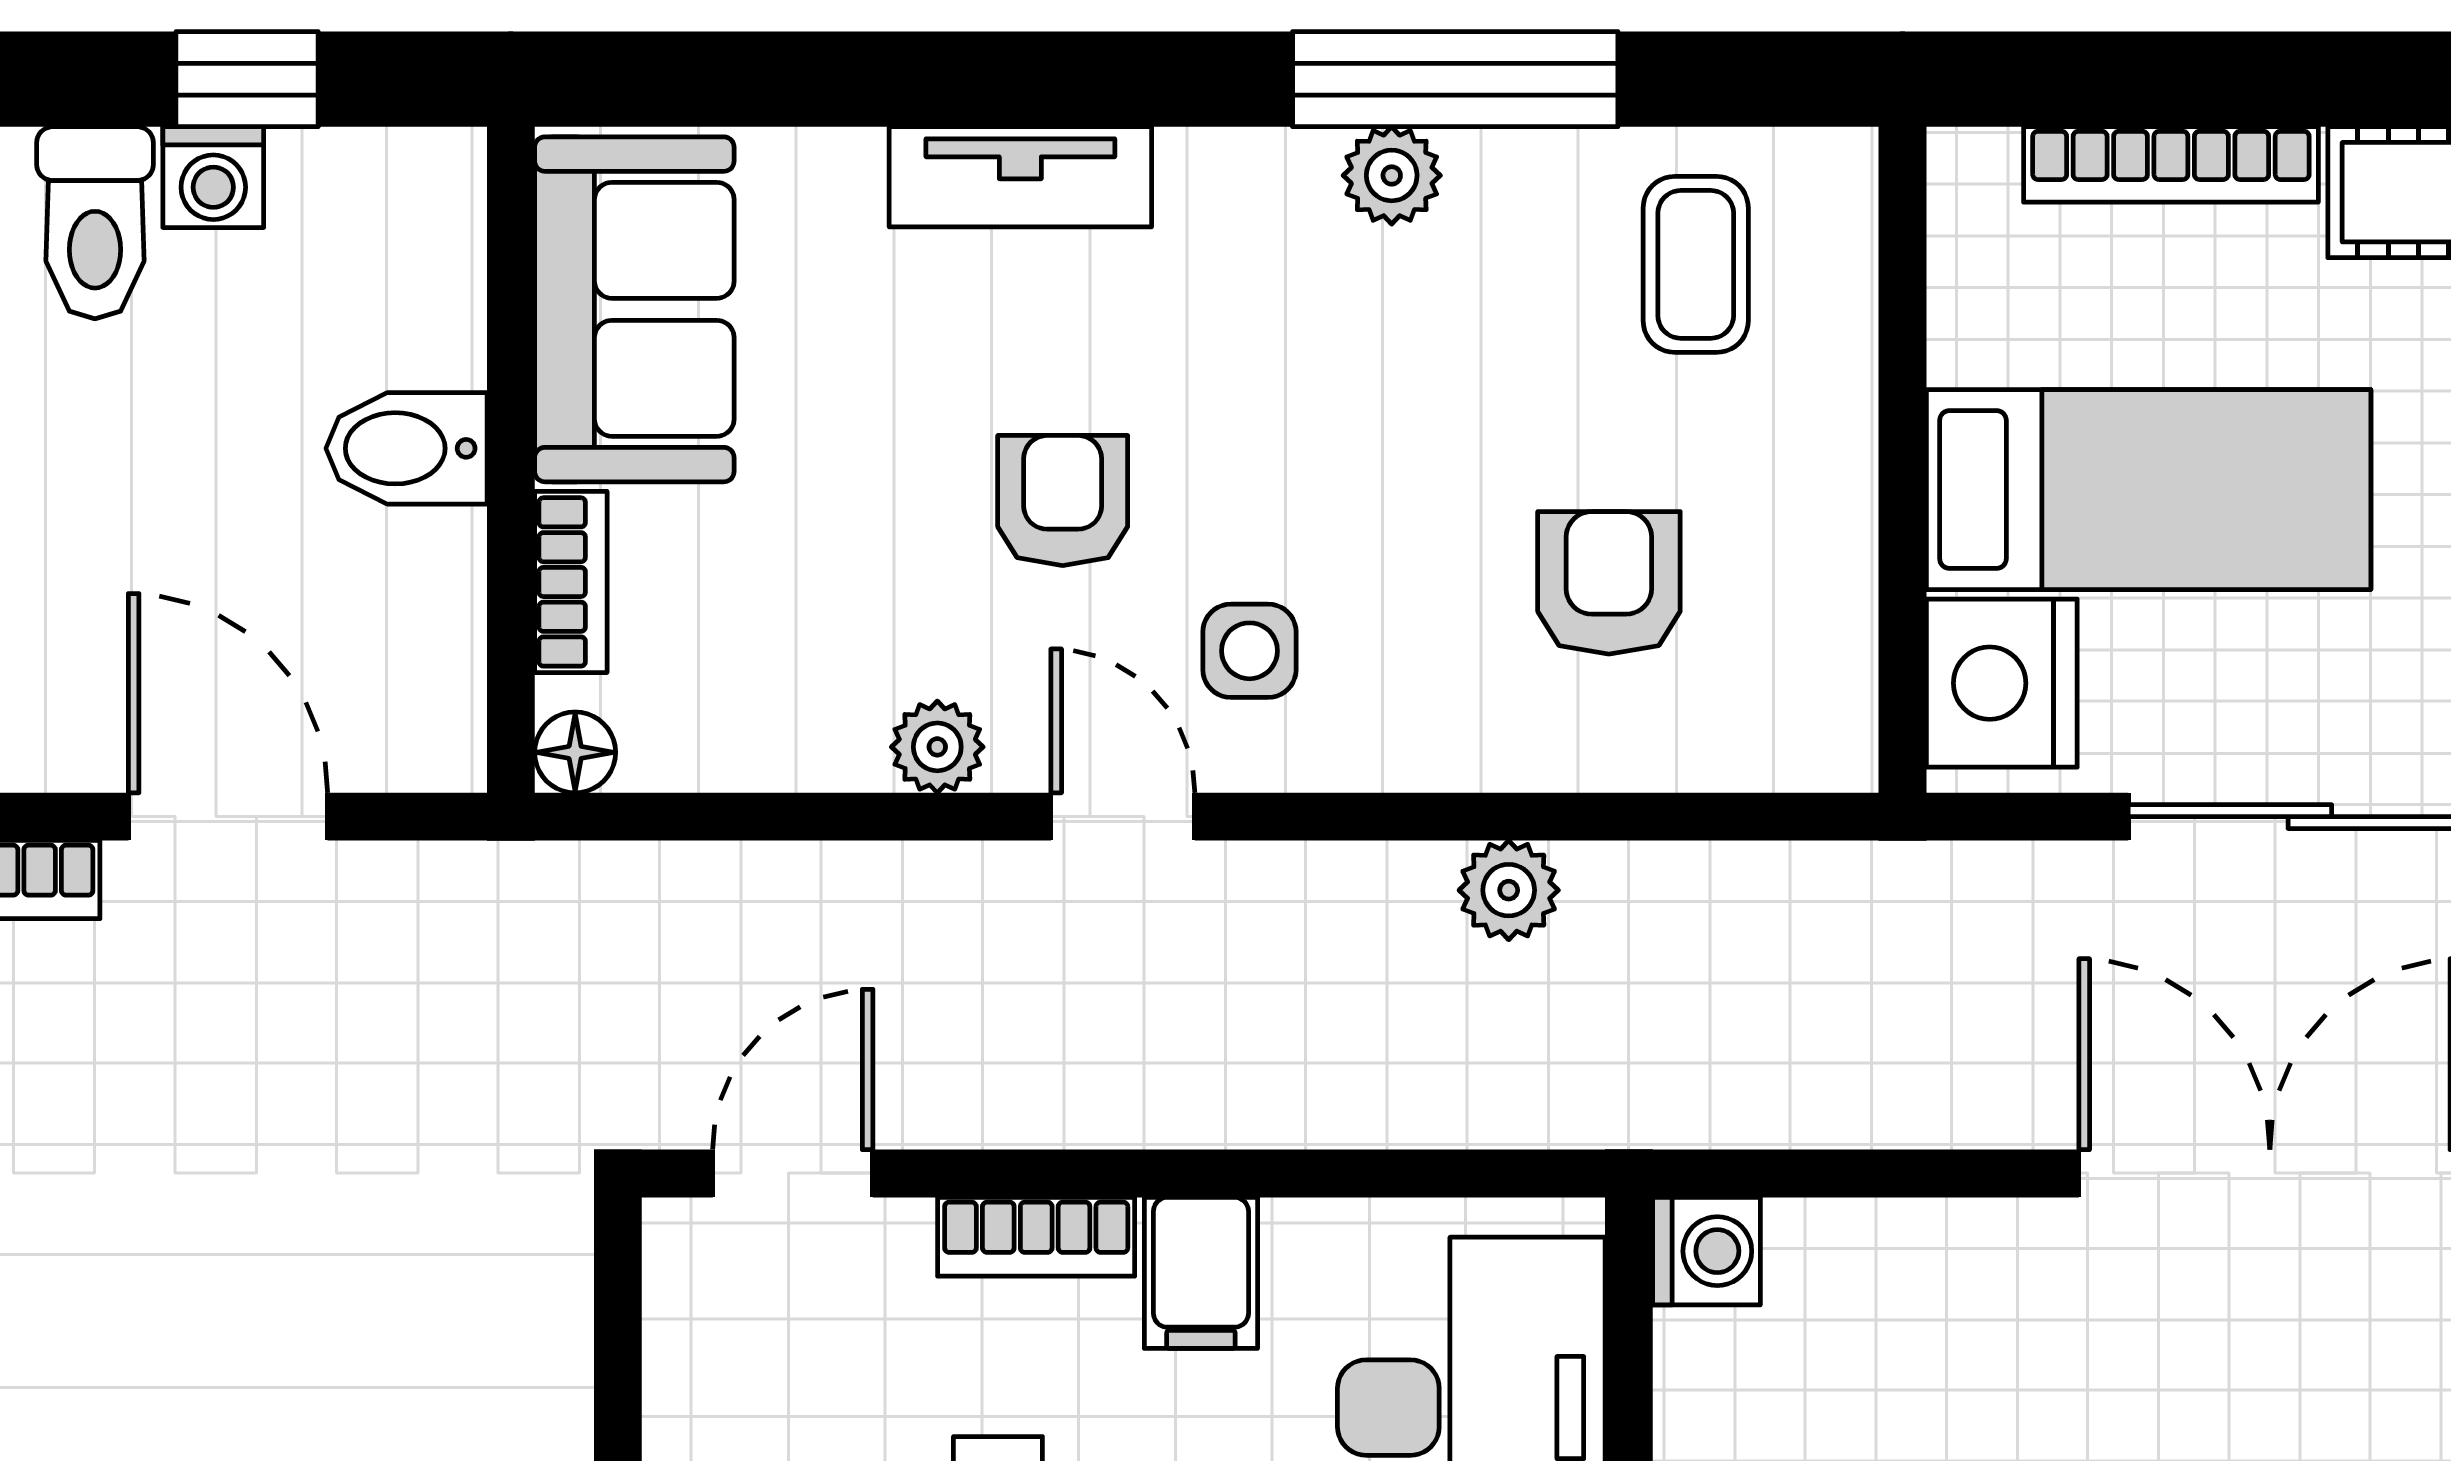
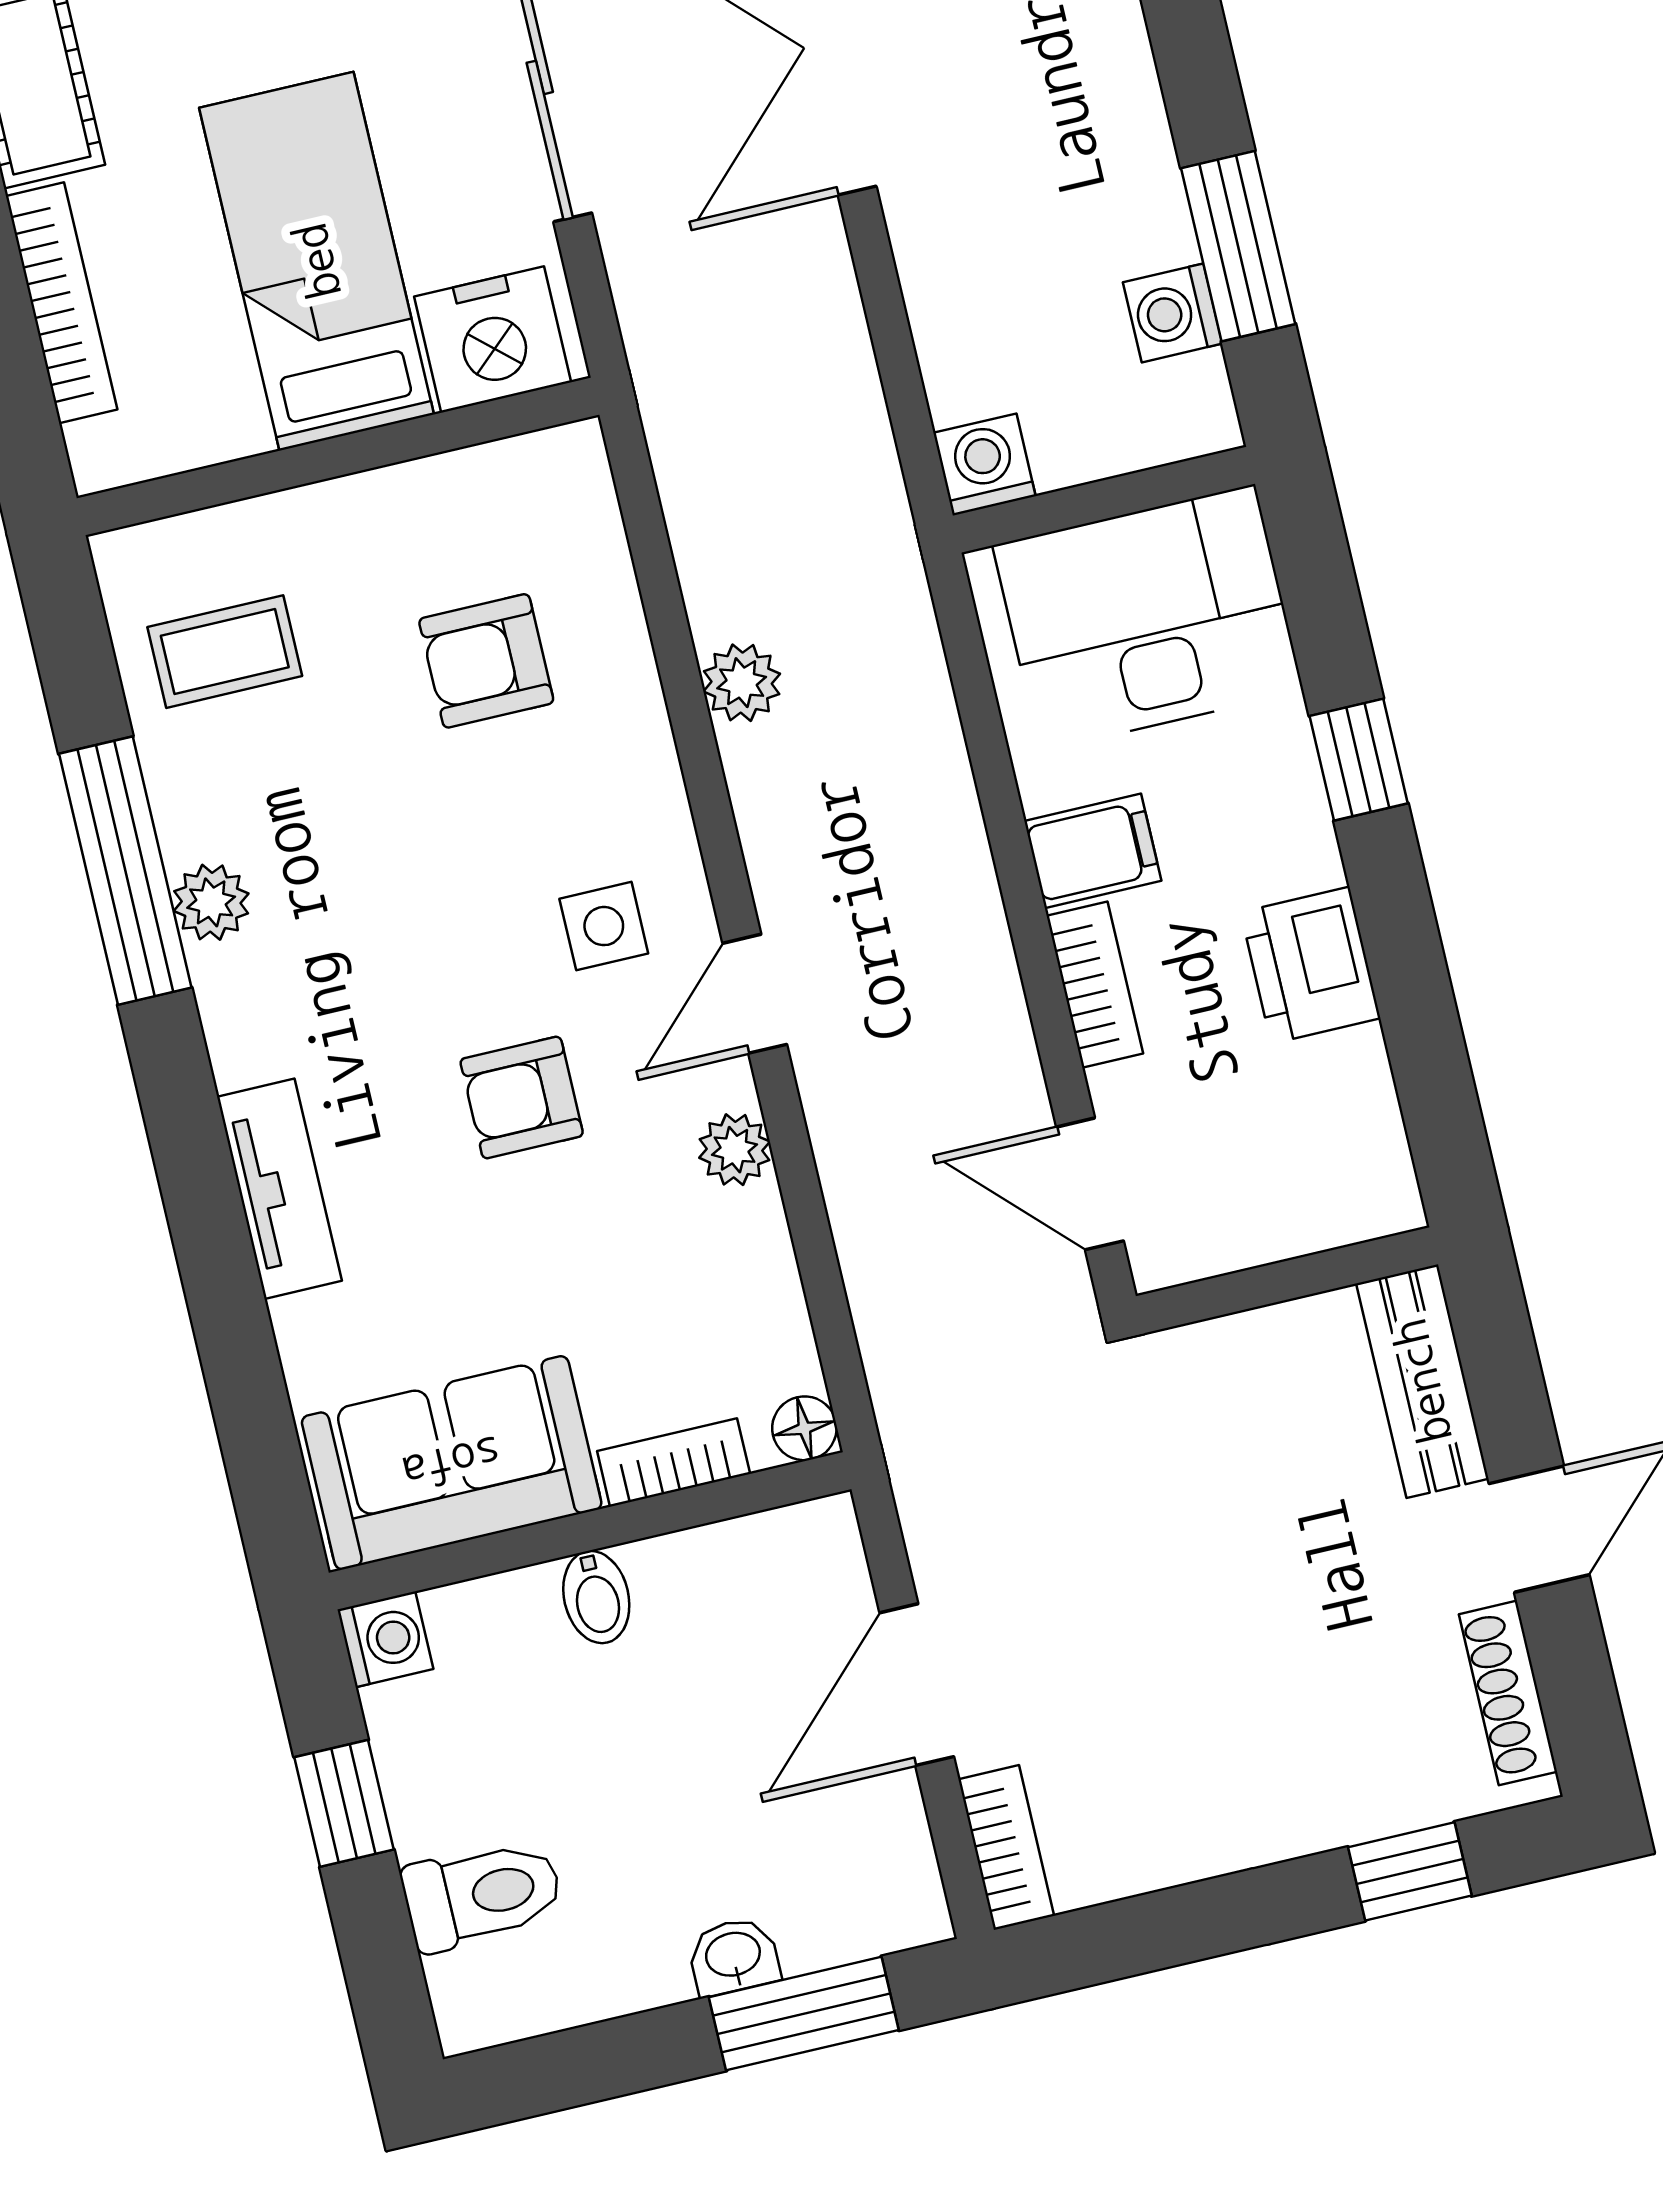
washing machine: (213, 177) -> (385, 1639), moved
bidet: (406, 448) -> (596, 1597), width x0.72, depth x0.74

